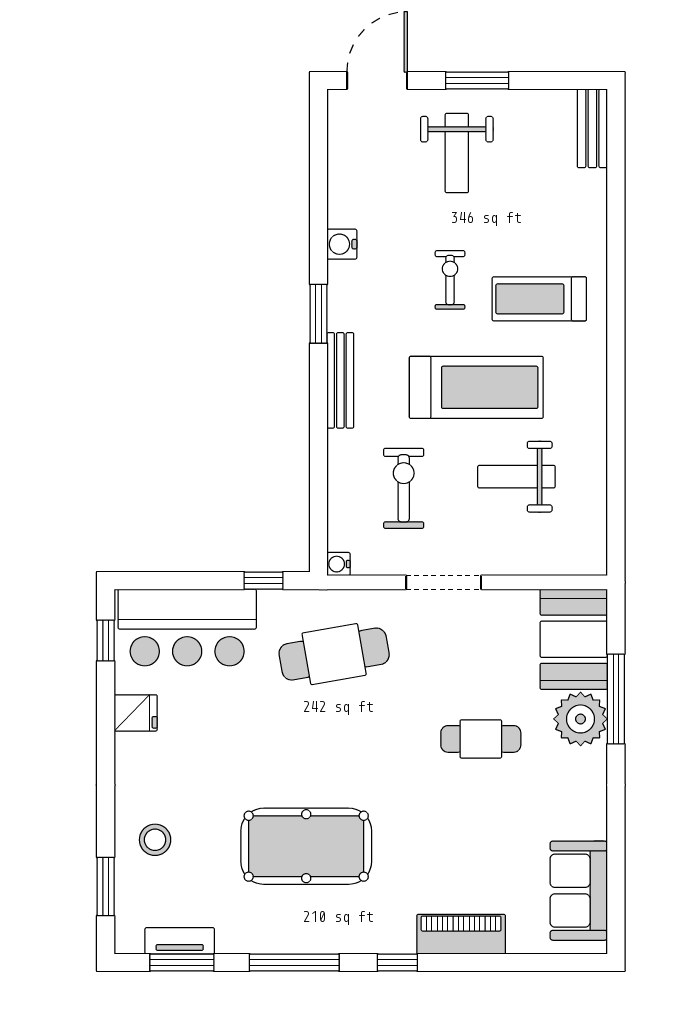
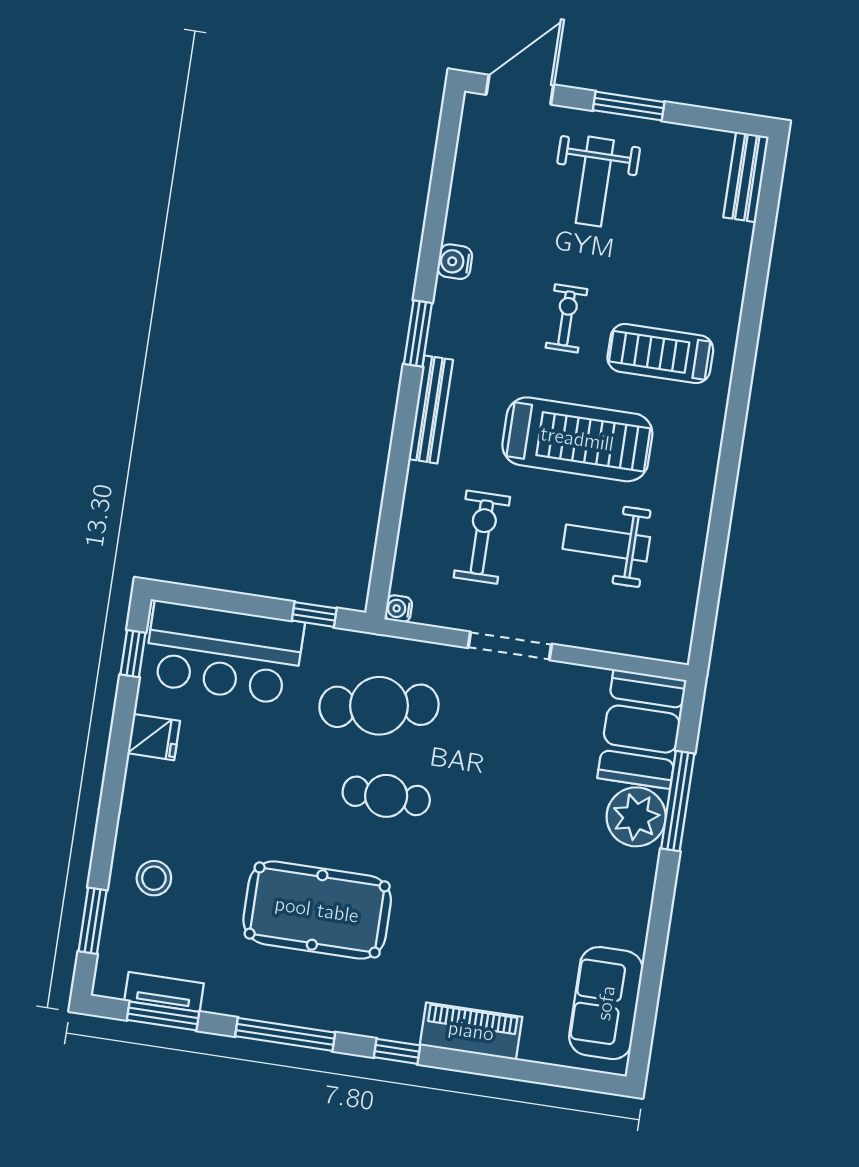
cafe table: (481, 739) -> (386, 796), moved

